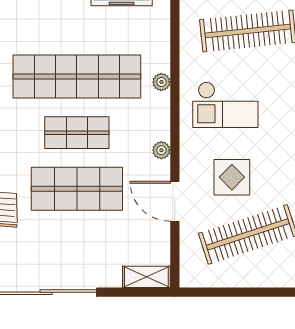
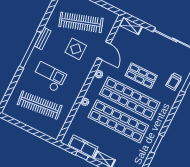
checkout: (225, 105) -> (49, 77), moved
shop shelf: (77, 133) -> (130, 99), width x2.00, depth x1.36
shop shelf: (77, 189) -> (141, 76), width x0.70, depth x0.74

